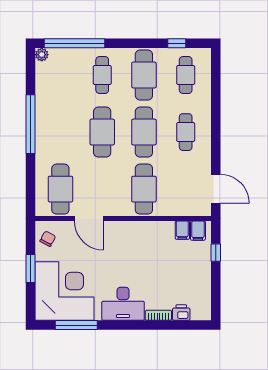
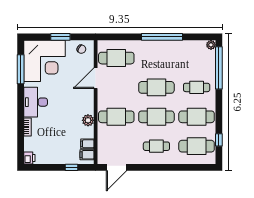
cafe table: (186, 75) -> (197, 146), width x1.37, depth x1.35
plant: (149, 229) -> (88, 120), added
printer: (181, 313) -> (29, 158), moved

